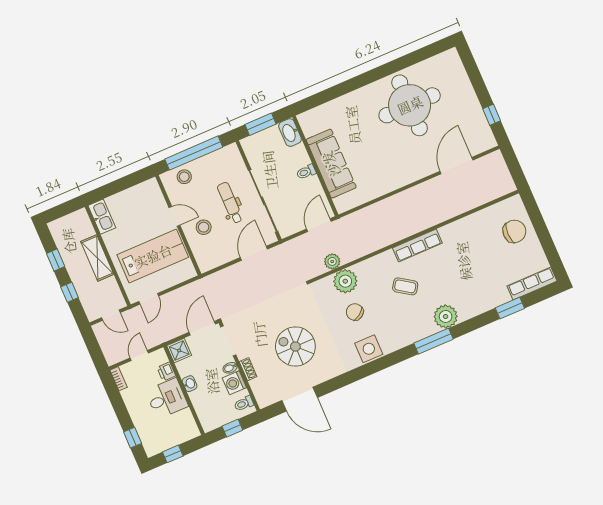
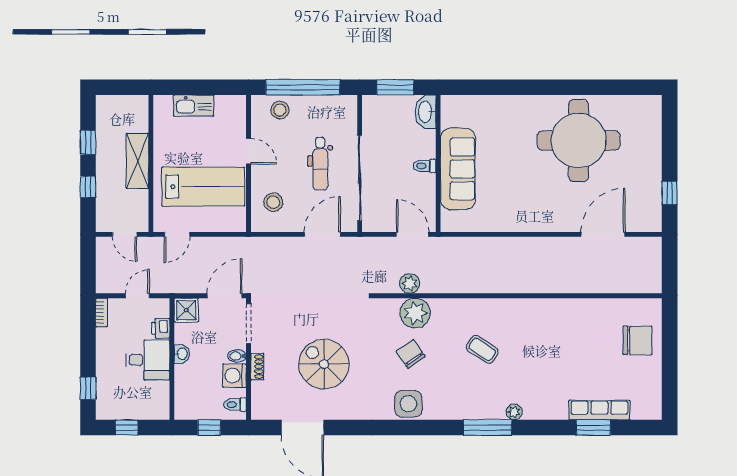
dental chair: (230, 203) -> (320, 164), turned 180
kitchen sink: (102, 217) -> (194, 106), moved, turned 90
door: (319, 225) -> (412, 234), hinge flipped
stool: (204, 227) -> (273, 202), moved
row of seats: (417, 245) -> (517, 308), removed
row of seats: (532, 284) -> (599, 410), moved
plant: (446, 316) -> (514, 412), width x0.53, depth x0.53

